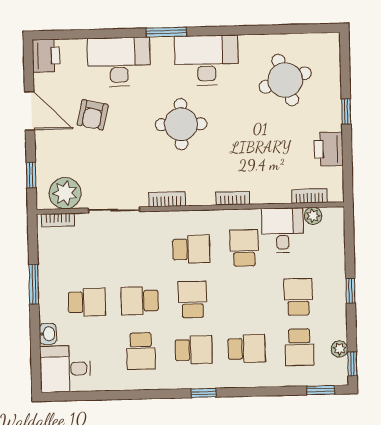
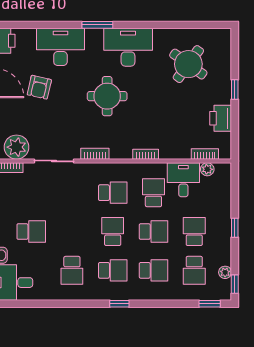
round table: (285, 80) -> (188, 64), turned -36
school desk: (140, 301) -> (153, 232), moved, turned 180

